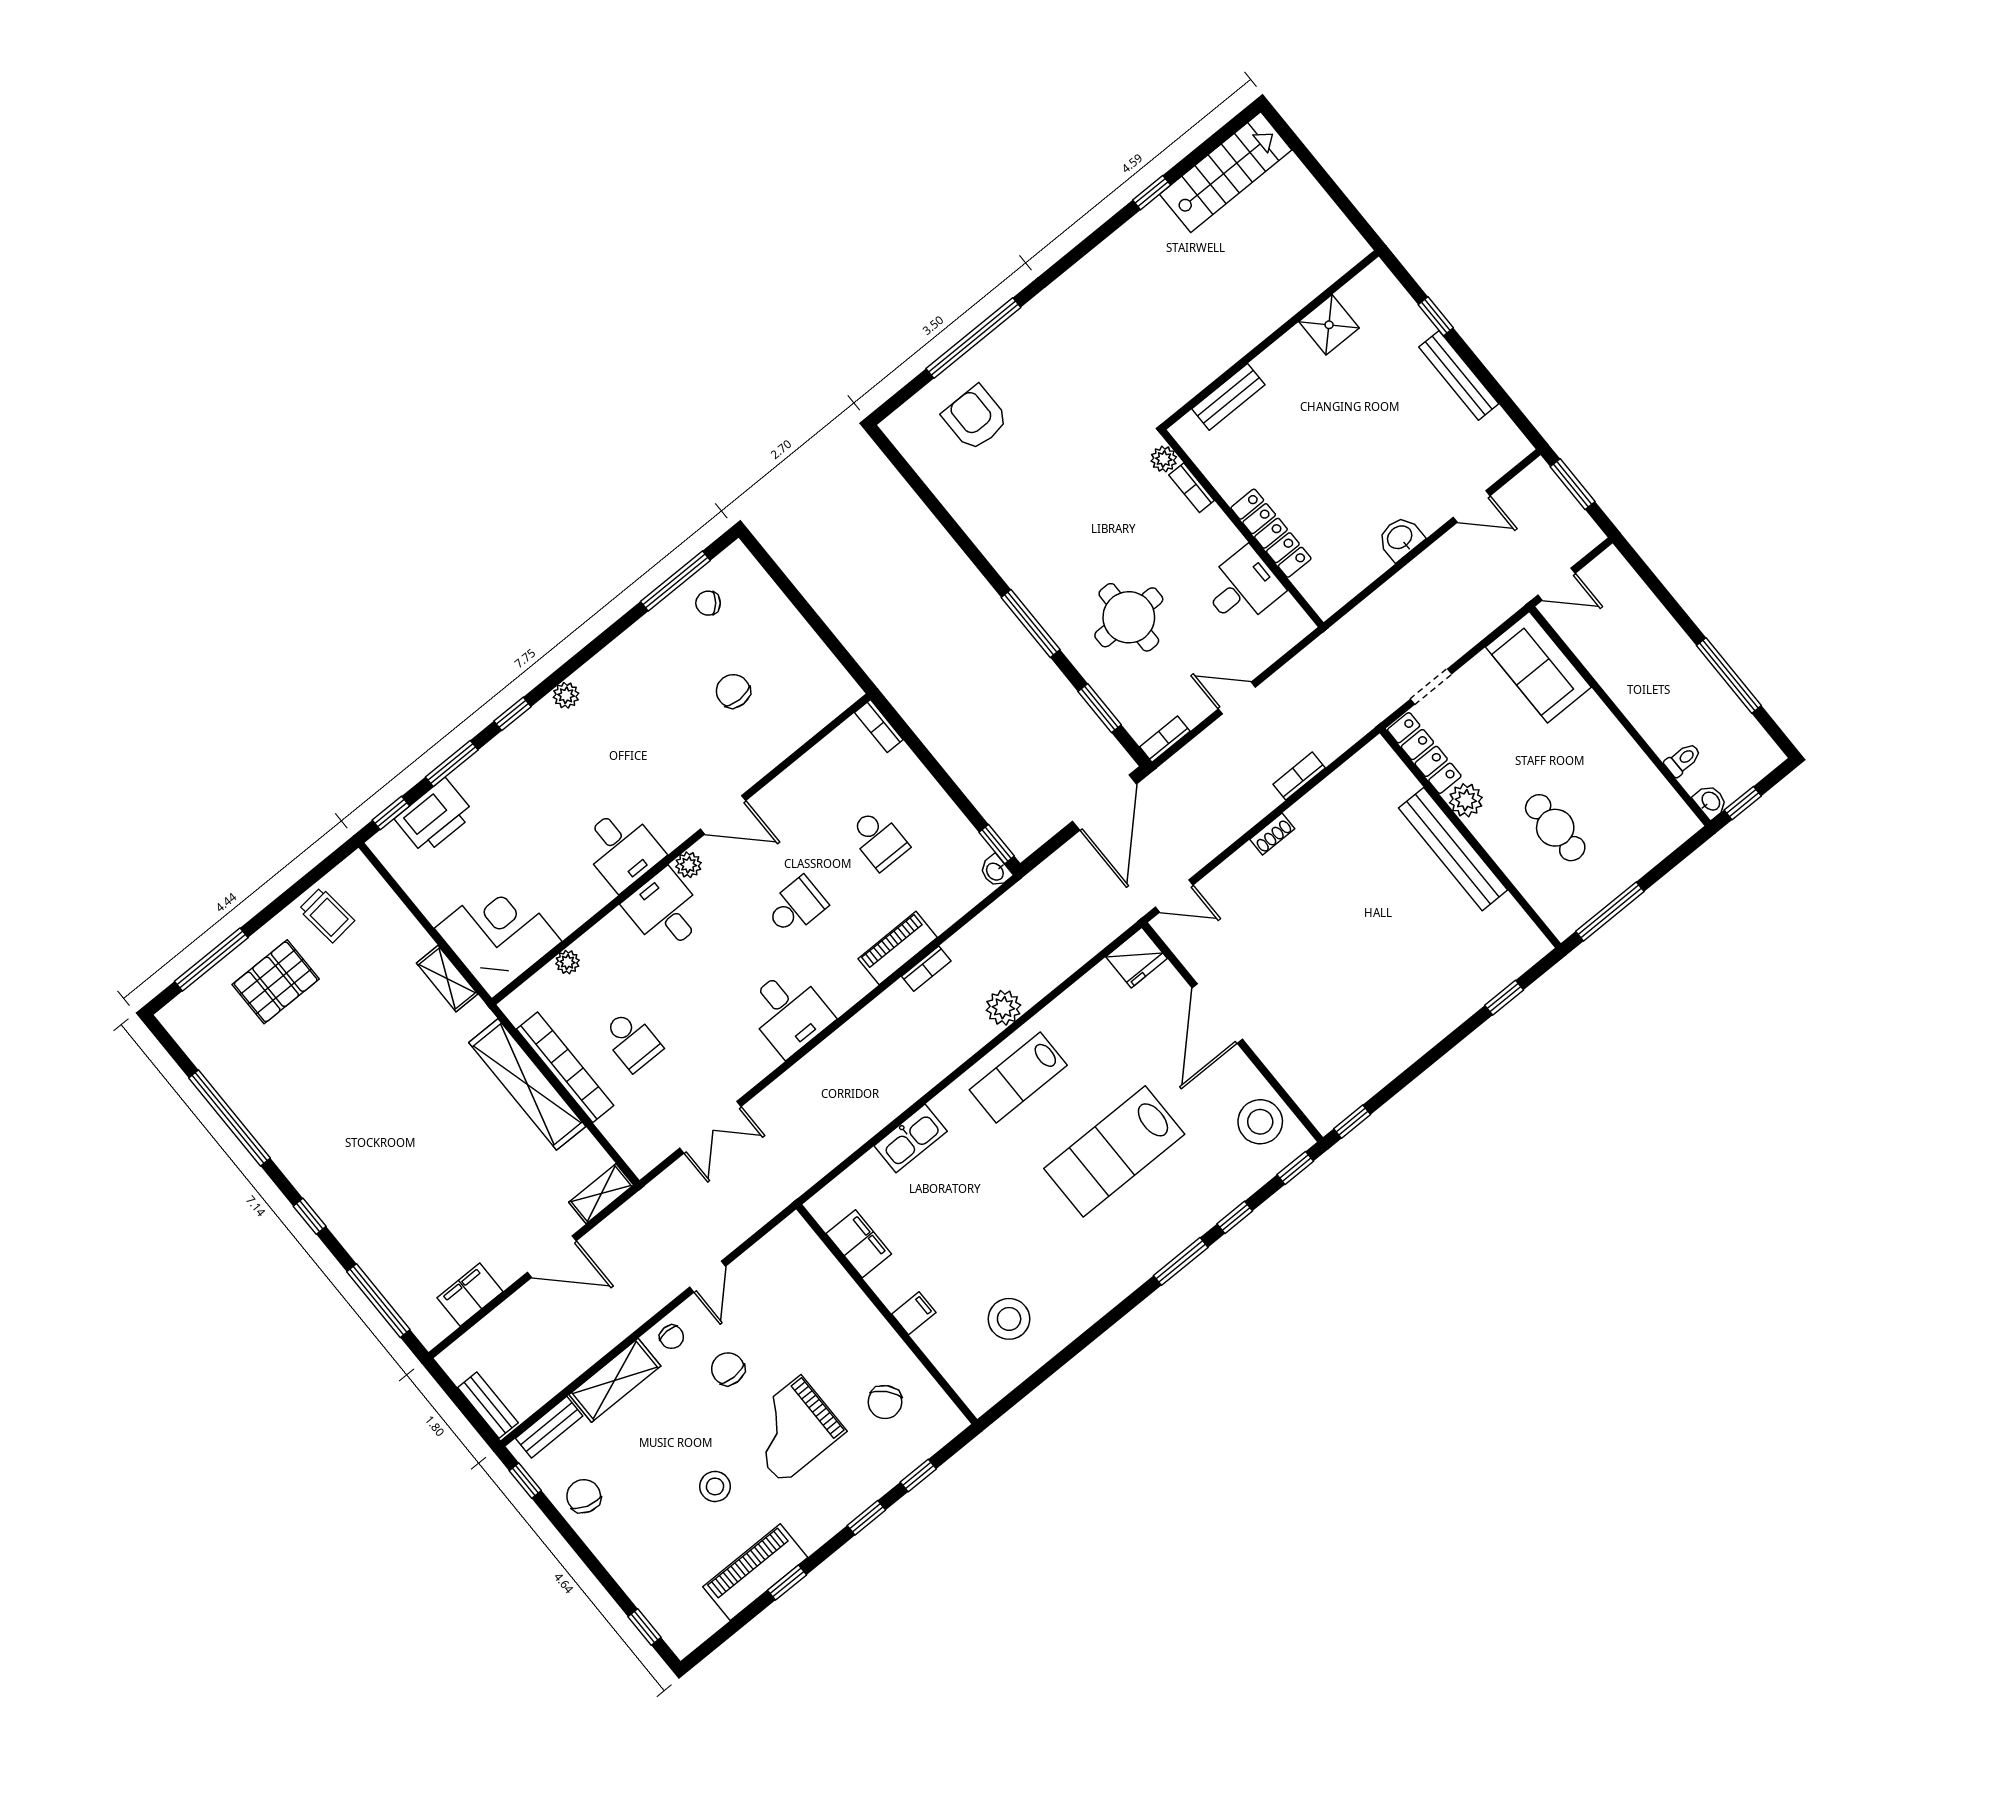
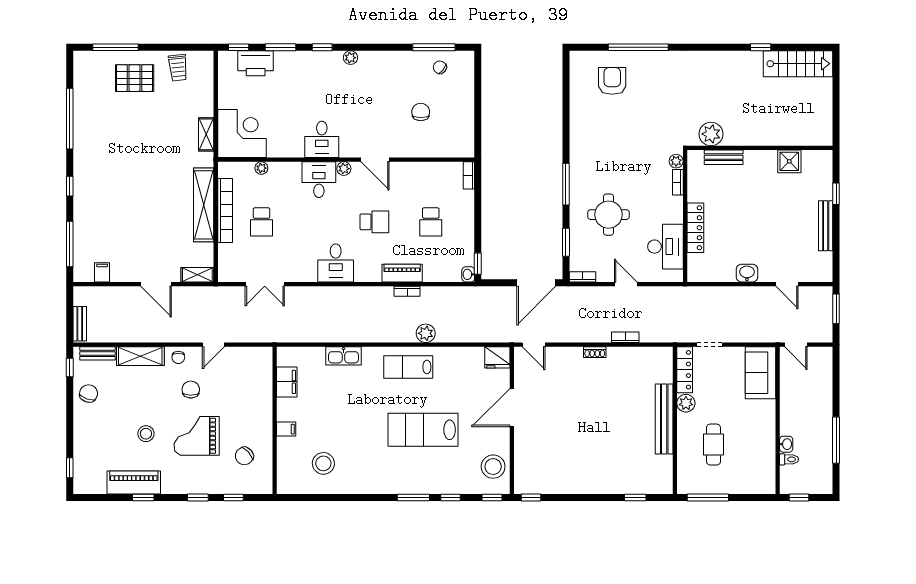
plant: (1182, 378) -> (711, 134), added
desk: (1243, 587) -> (665, 247), width x1.37
washbasin: (1710, 802) -> (786, 444), moved
filing cabinet: (470, 1295) -> (102, 272), width x0.50

